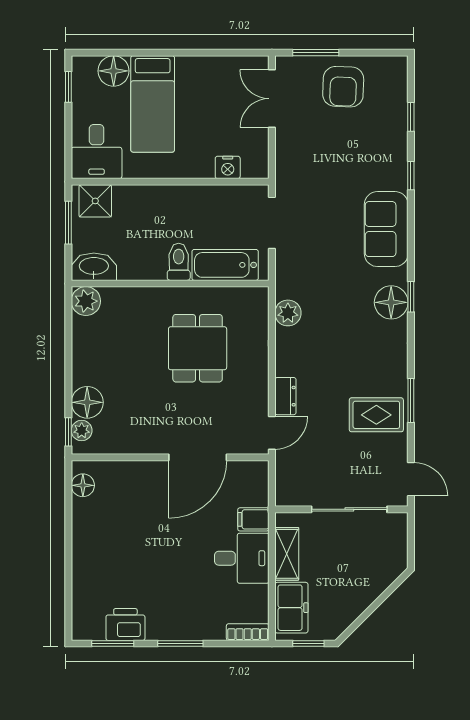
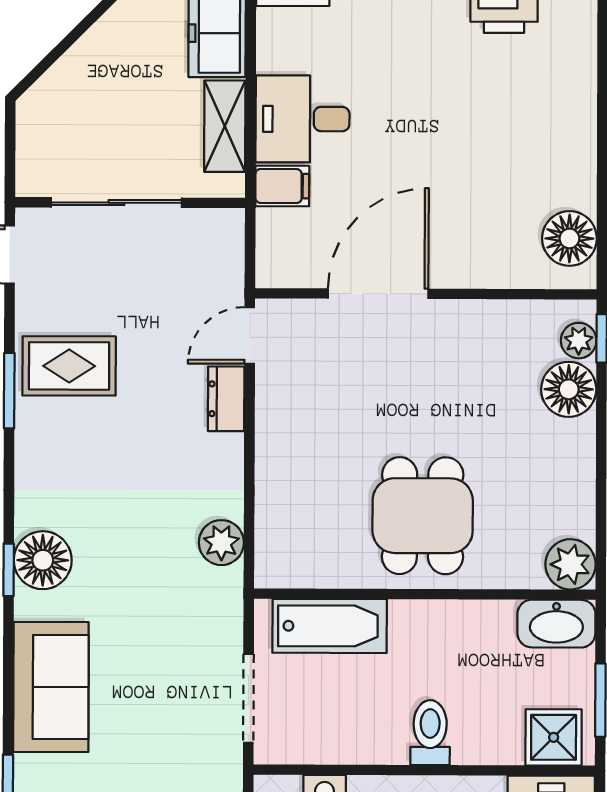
toilet: (179, 262) -> (430, 733), moved, turned 180
dining table: (198, 348) -> (423, 516), moved
floor lamp: (83, 485) -> (569, 238), width x1.38, depth x1.38

